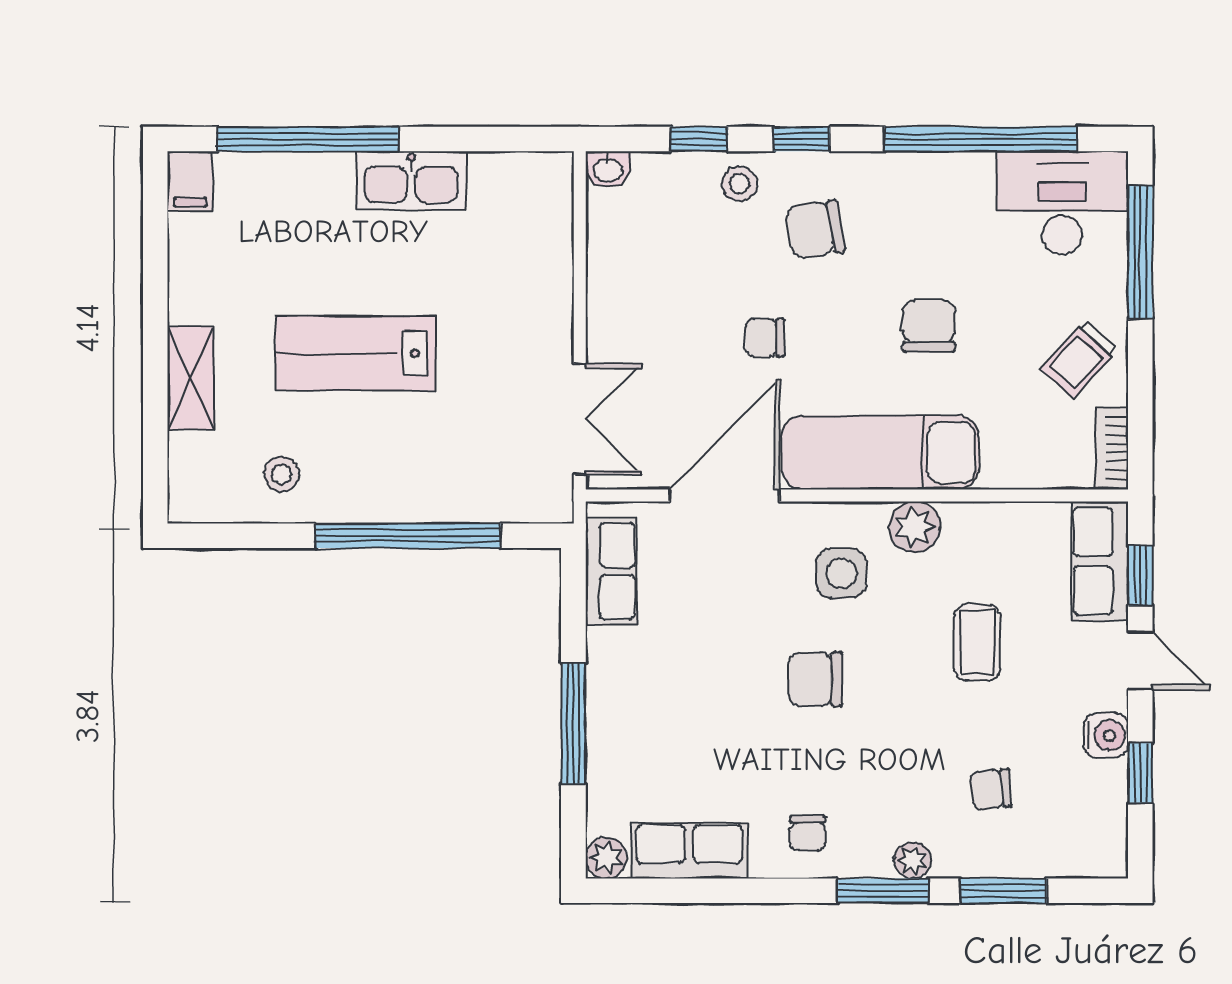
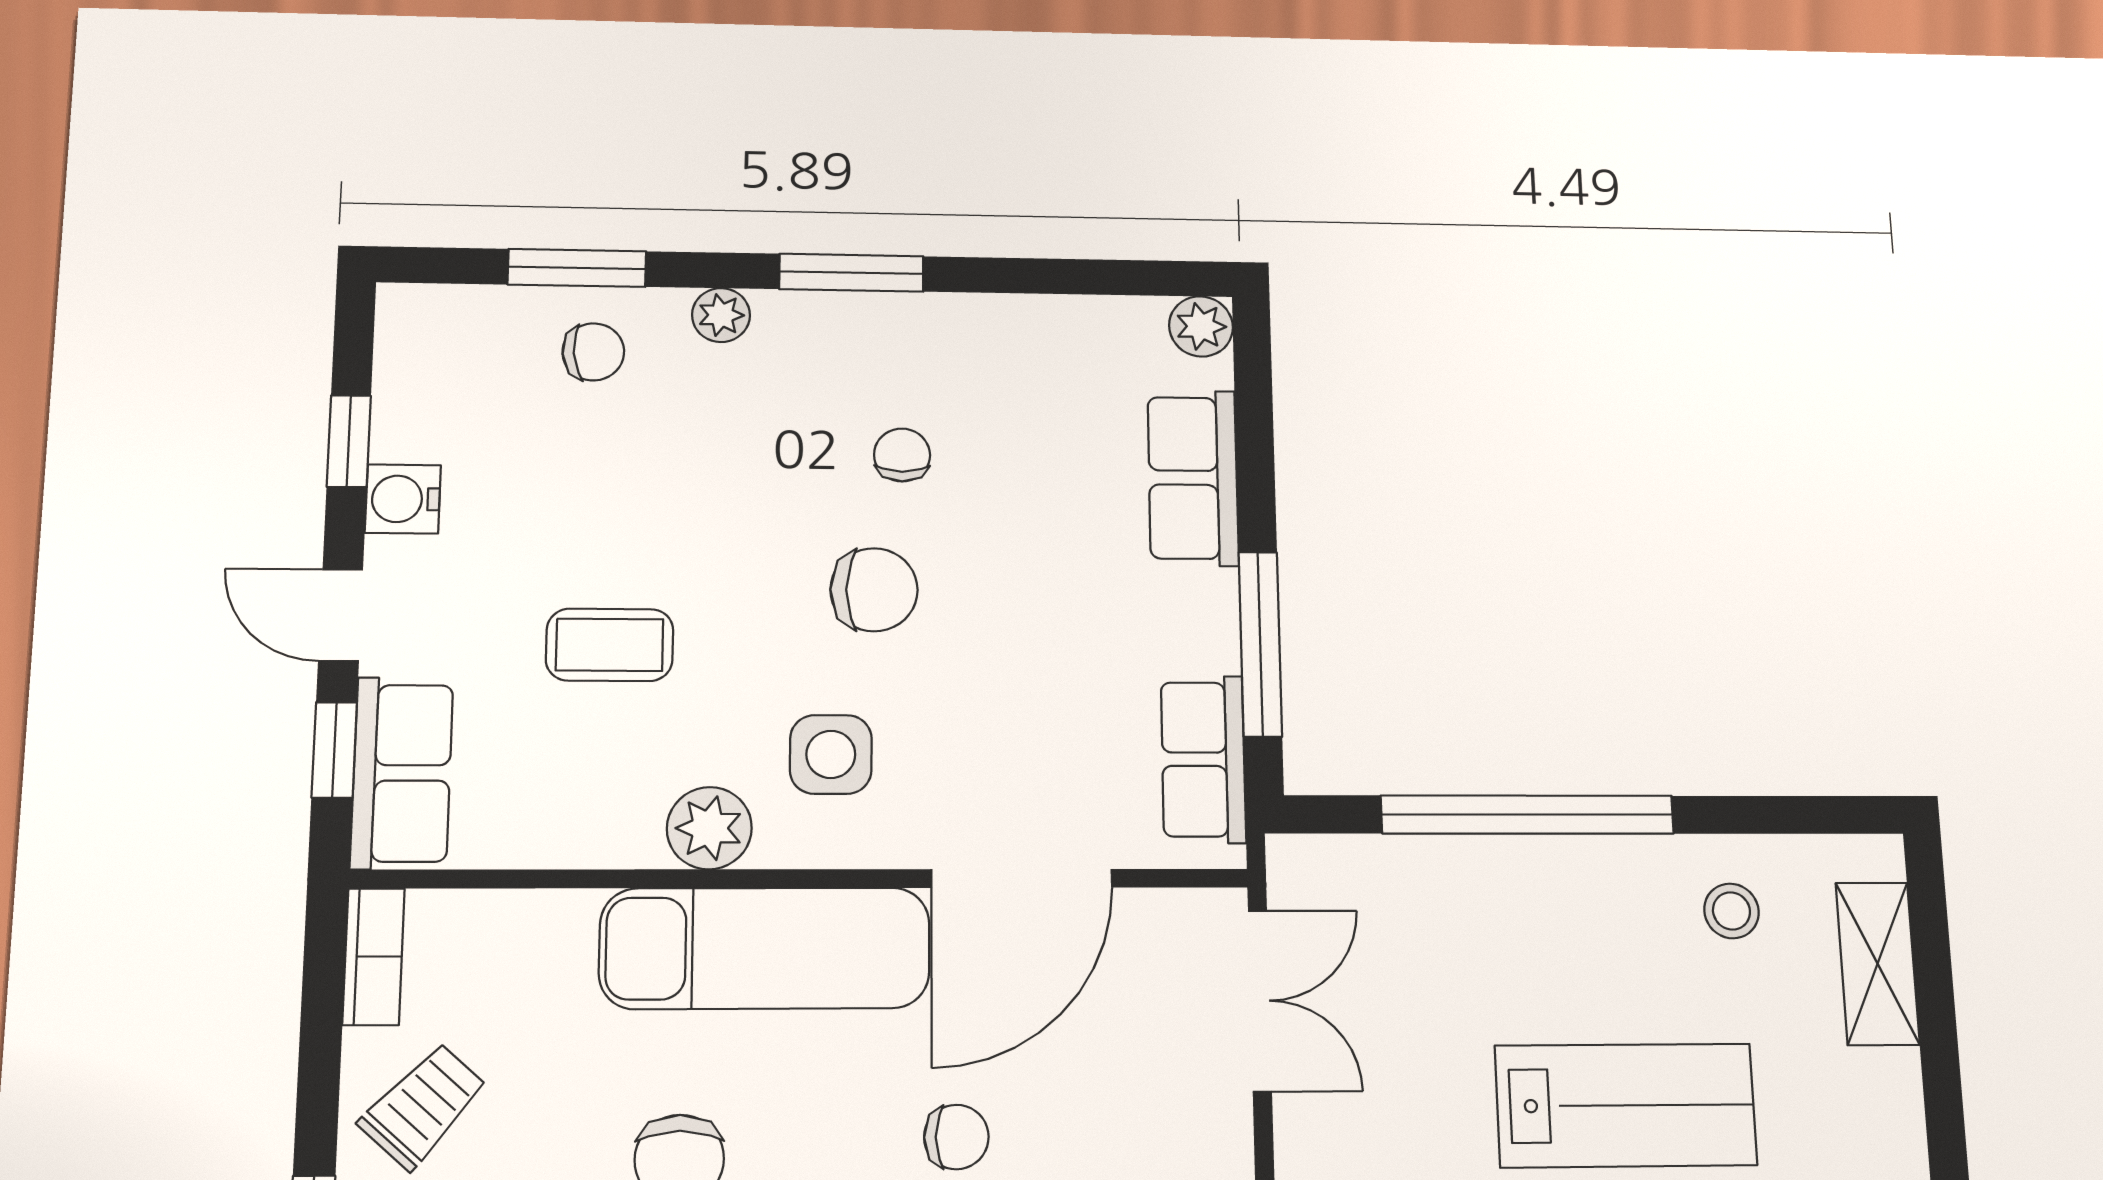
shelving: (190, 378) -> (1878, 964), moved
double door: (580, 419) -> (1260, 1001), swing flipped
coffee table: (977, 642) -> (610, 645), turned 90
window: (573, 724) -> (1260, 644), moved
chair: (991, 789) -> (593, 352), moved
chair: (808, 833) -> (902, 455), moved
row of seats: (689, 851) -> (1193, 478), moved, turned 90
window: (883, 891) -> (852, 273), moved

